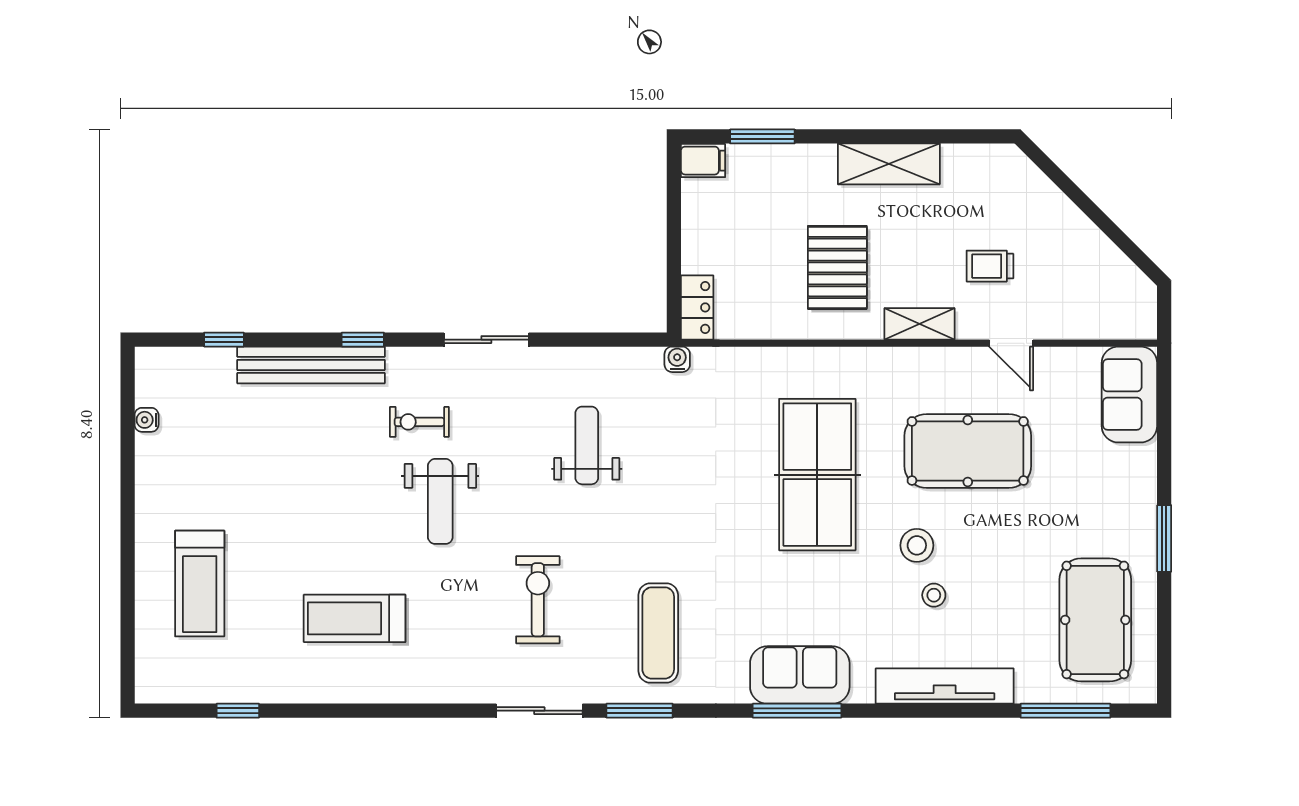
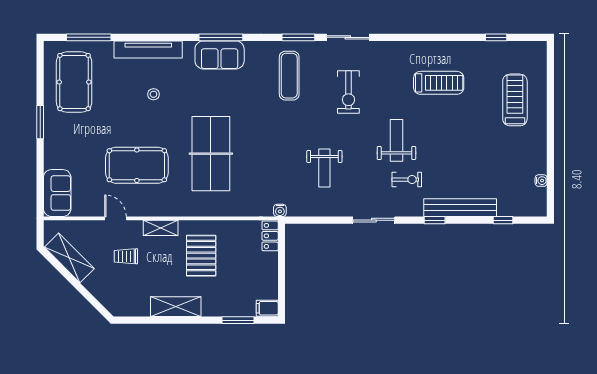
shelving: (1105, 263) -> (69, 258), added
trolley: (990, 266) -> (126, 256), turned 180
stool: (917, 545) -> (162, 119), removed

